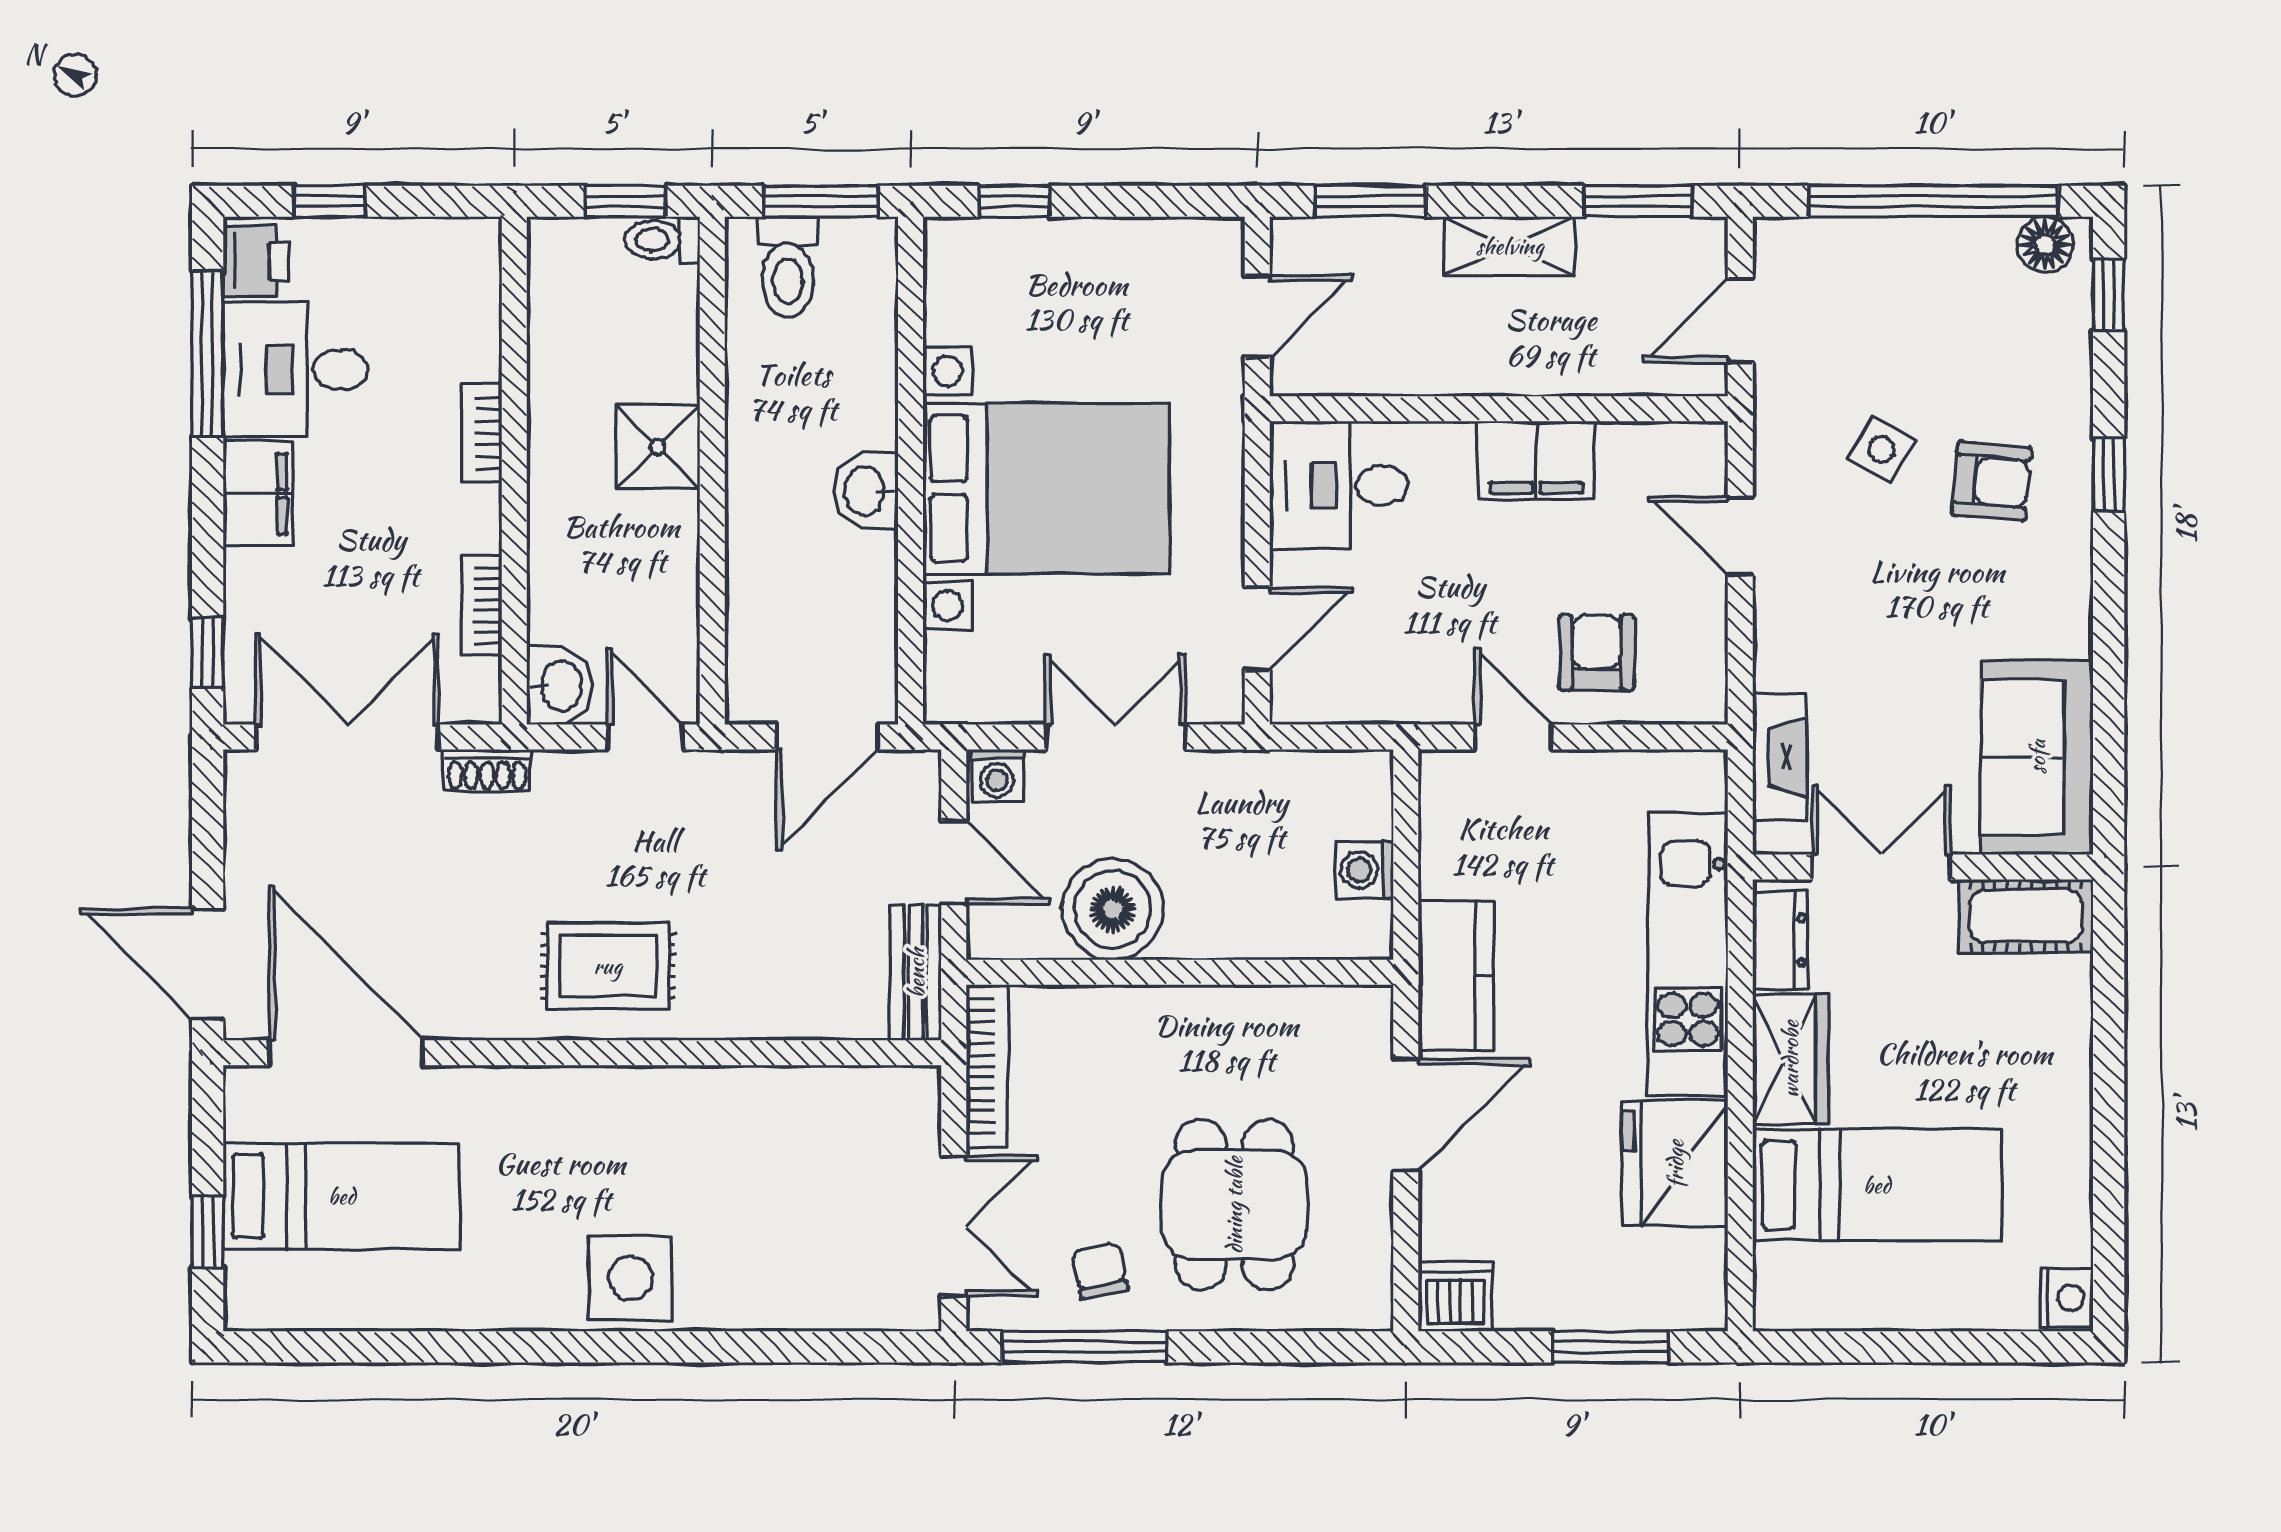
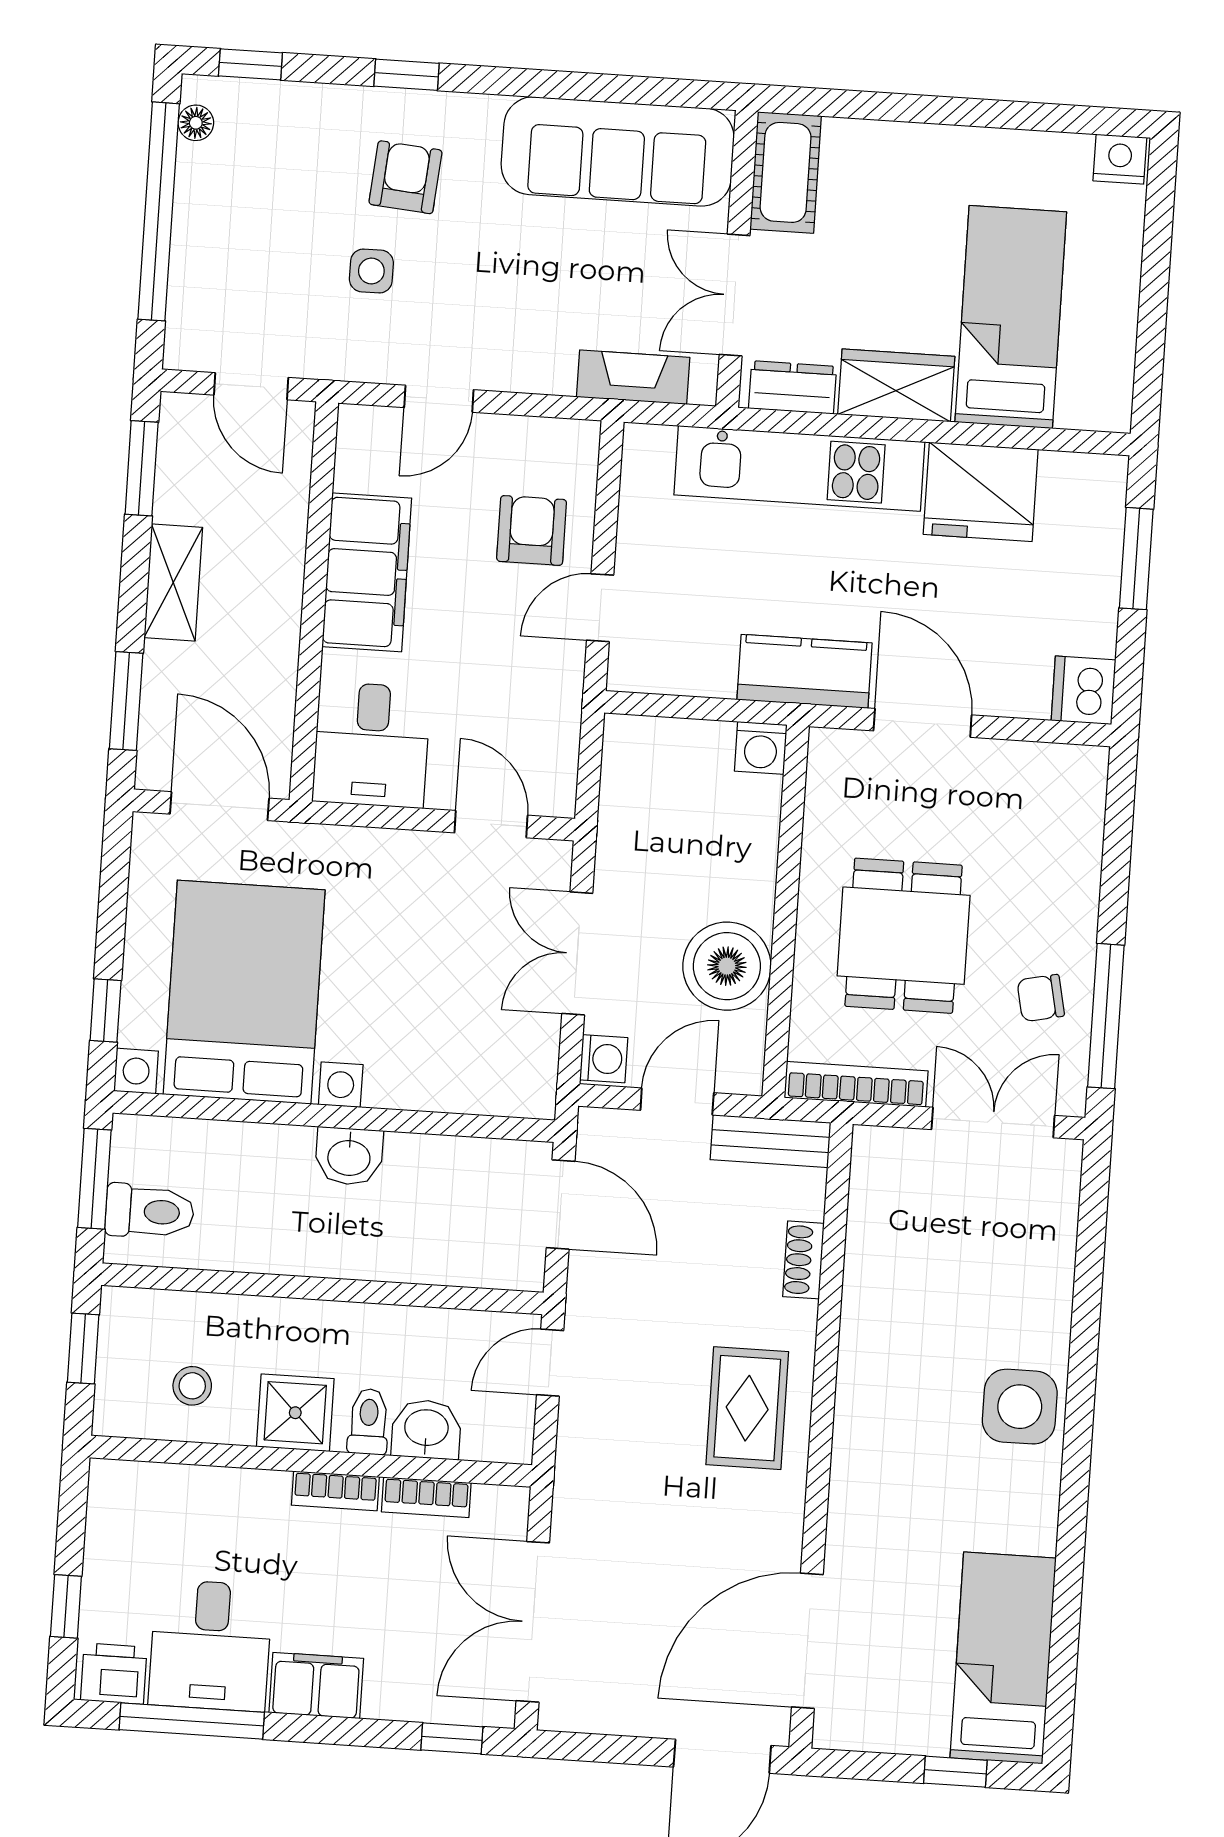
toilet: (663, 240) -> (368, 1422), moved, turned 180
floor lamp: (2045, 245) -> (196, 123), width x0.73, depth x0.73
door: (1257, 316) -> (220, 806), width x1.38
stool: (591, 329) -> (192, 1386), added
bookcase: (482, 433) -> (335, 1491), moved
shower: (658, 447) -> (295, 1413), moved
side table: (1881, 449) -> (371, 271), turned -31
filing cabinet: (1536, 460) -> (367, 572), width x1.50, depth x1.17
bed with nightstands: (1046, 488) -> (244, 992), moved
armchair: (1596, 653) -> (532, 530), turned 90
washbasin: (559, 686) -> (426, 1429), moved
sofa: (2037, 757) -> (618, 151), width x1.36
shoe rack: (487, 770) -> (803, 1260), moved, turned 180
washing machine: (1365, 870) -> (761, 748), moved
bed: (342, 1196) -> (1003, 1658), moved
dining table: (1234, 1205) -> (904, 936), moved, turned 90

